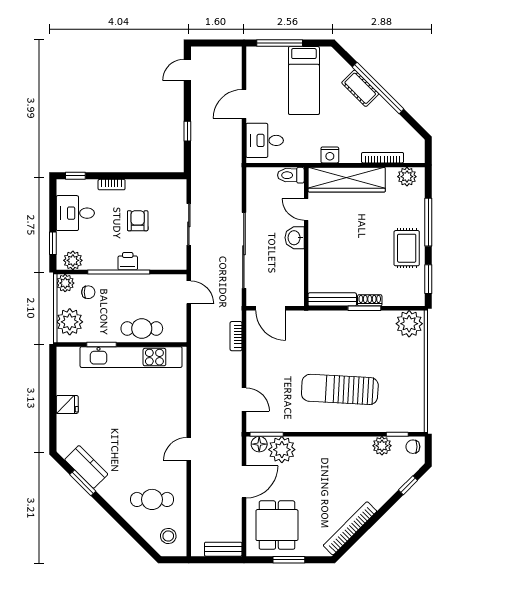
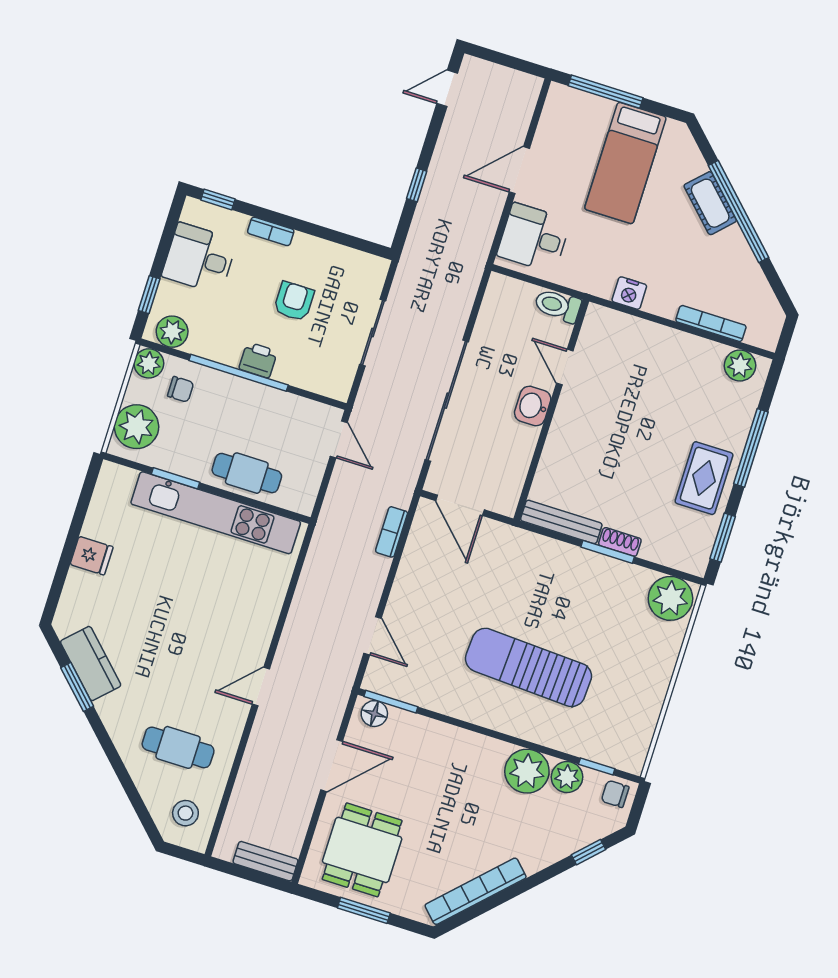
wardrobe: (347, 180) -> (644, 340), removed
plant: (282, 450) -> (527, 771), moved

